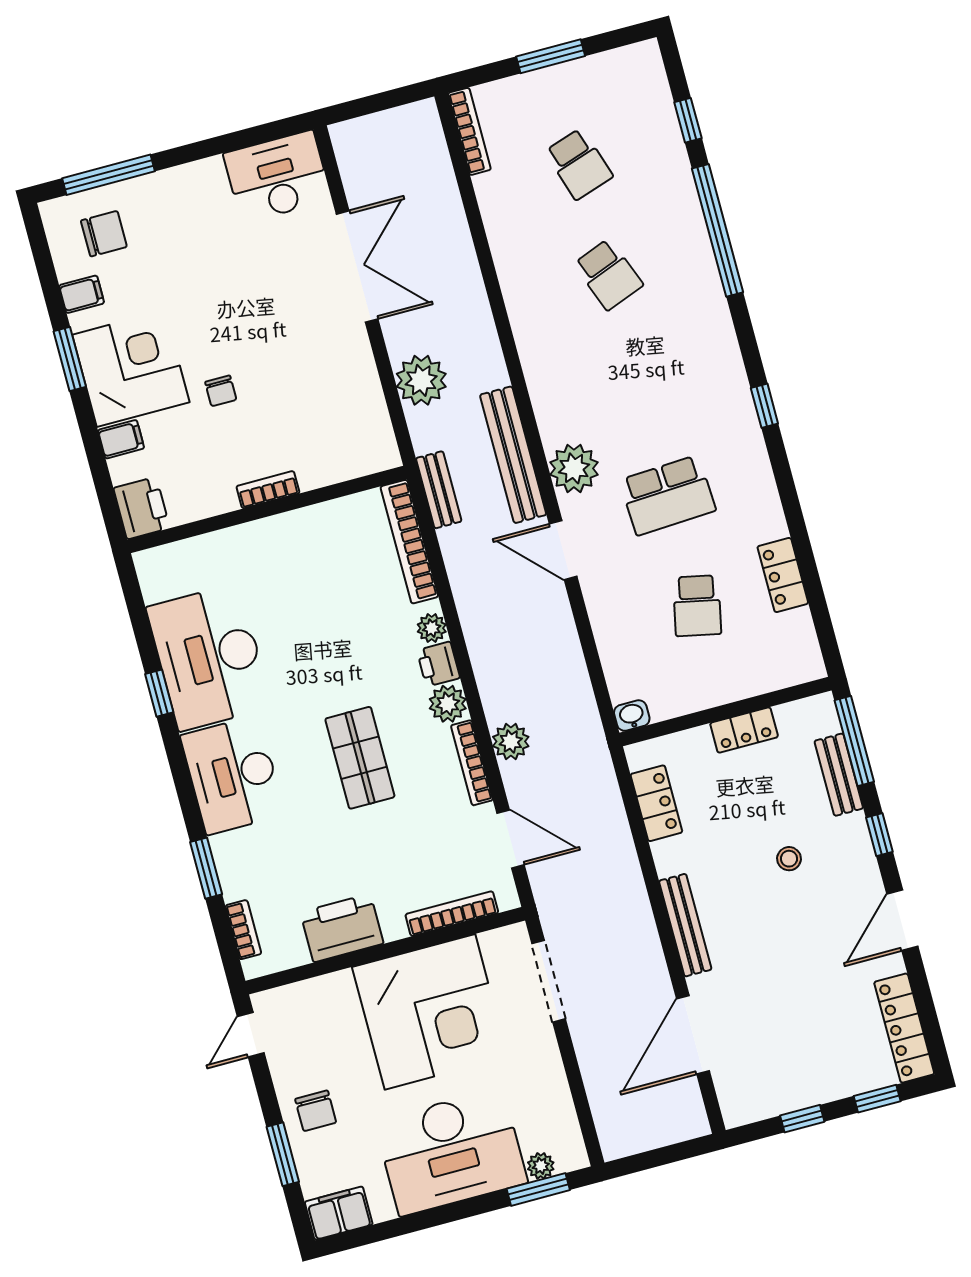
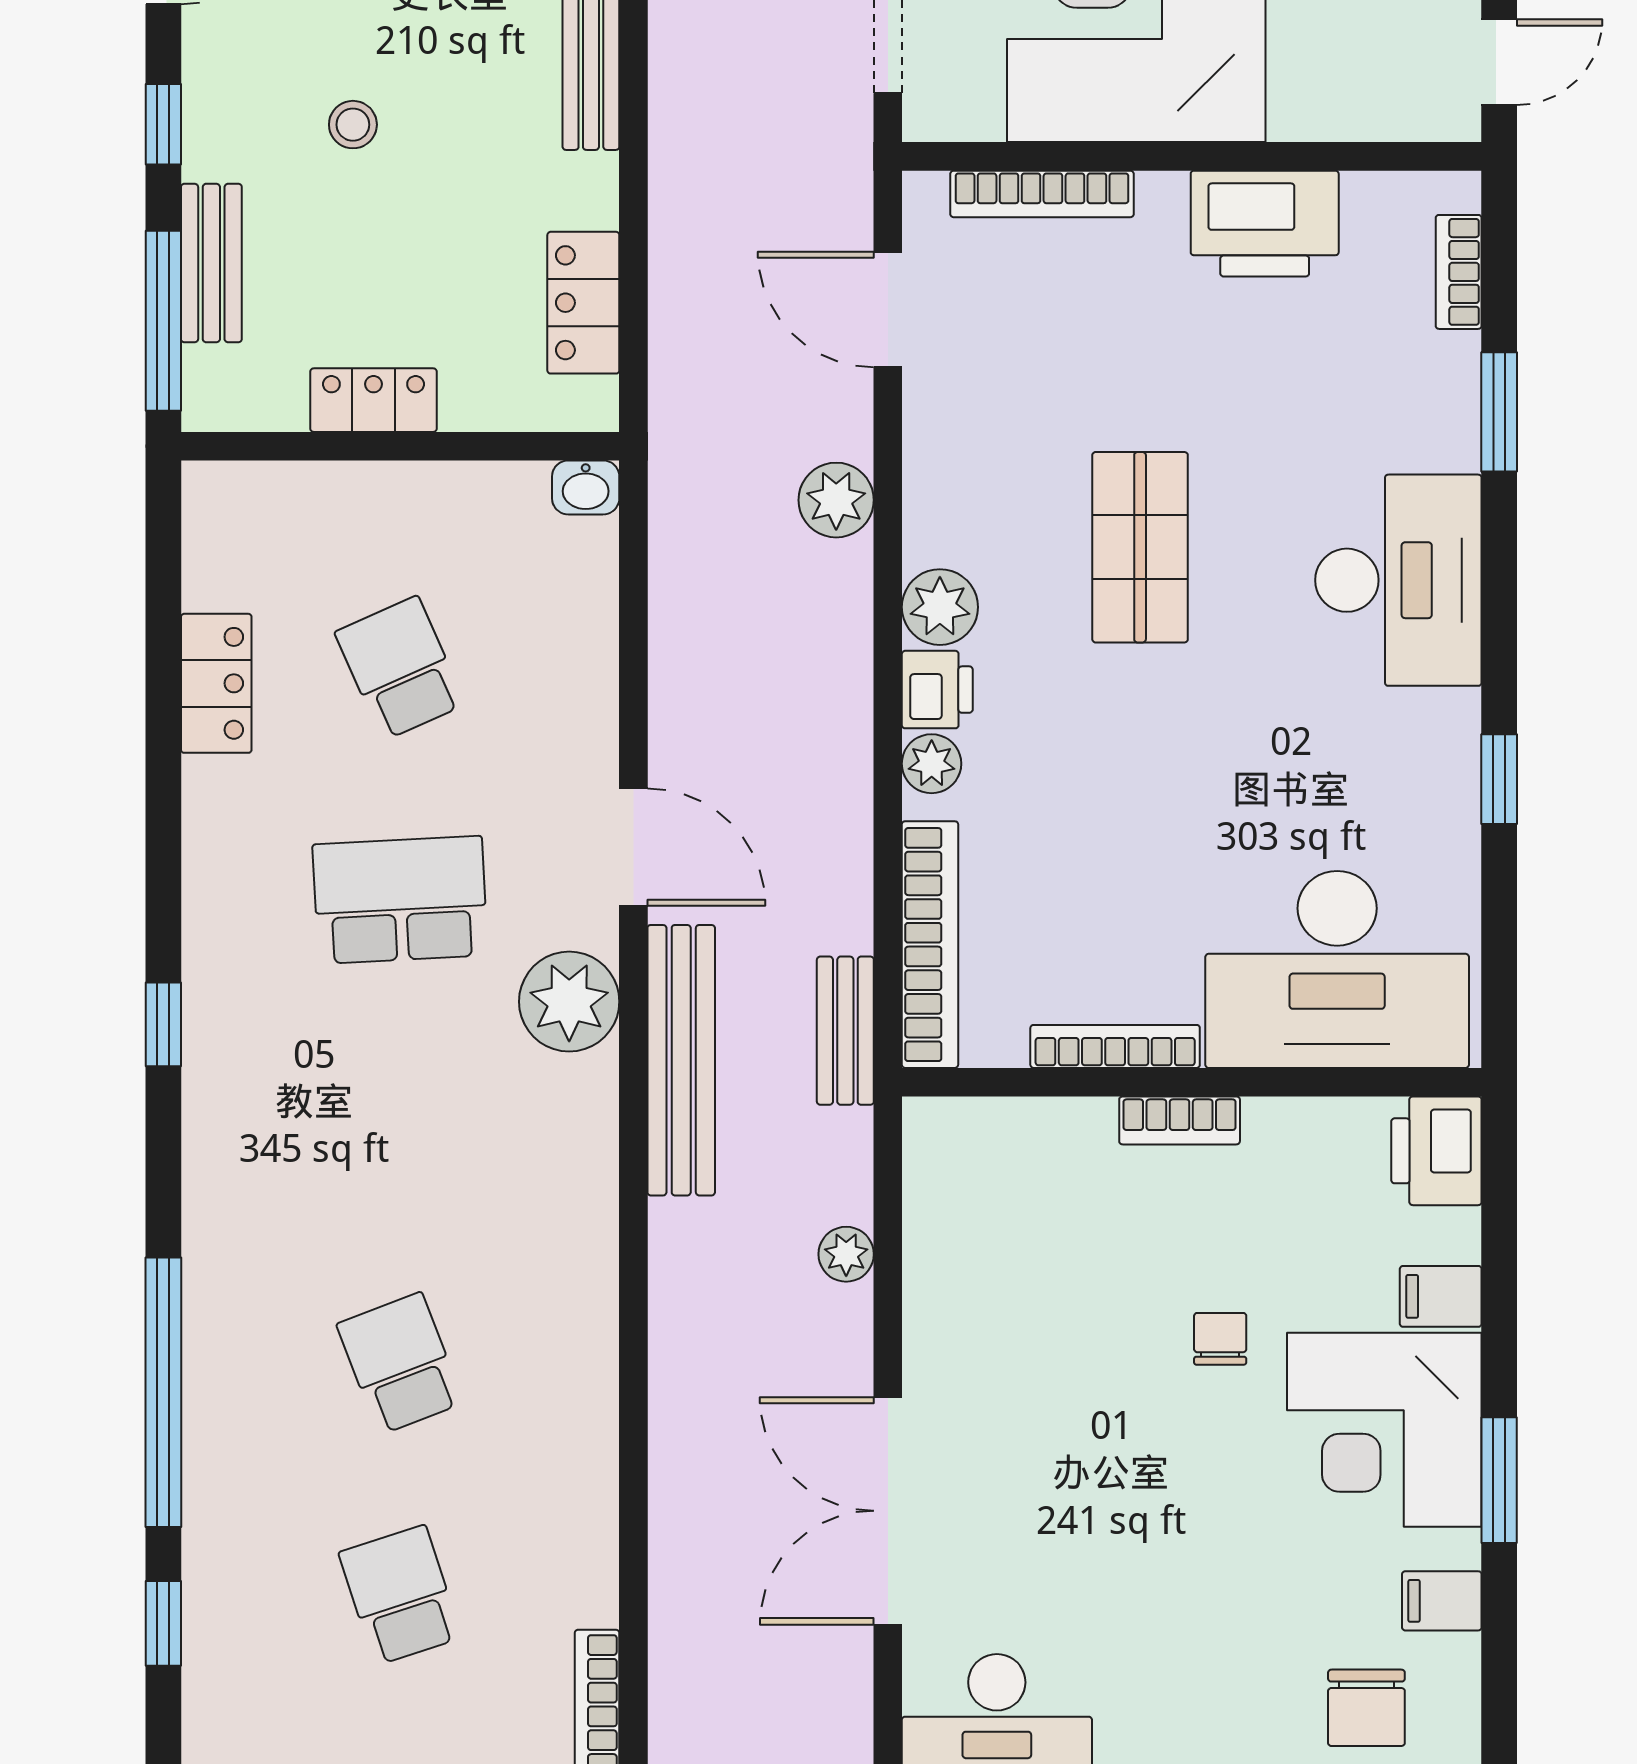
chair: (104, 234) -> (1366, 1708), turned -90
plant: (421, 380) -> (846, 1254), width x0.53, depth x0.53
school desk: (697, 606) -> (400, 668), turned -36
desk: (209, 657) -> (1337, 969), moved, turned 90
bookcase: (472, 763) -> (1115, 1046), moved, turned -90

